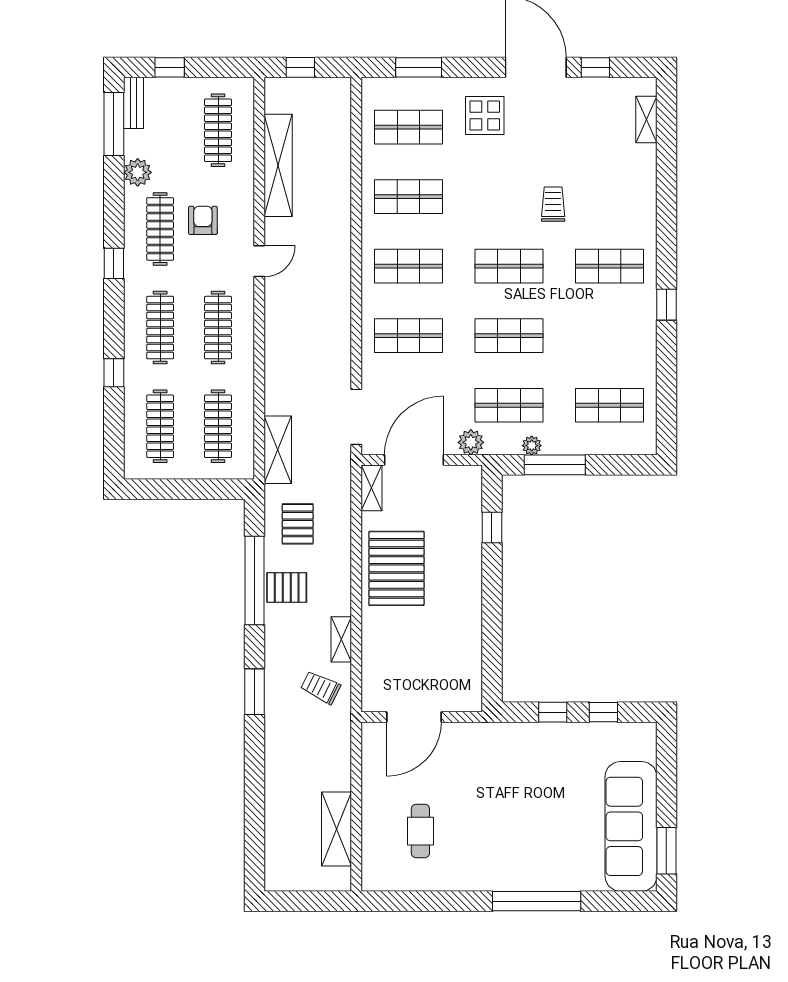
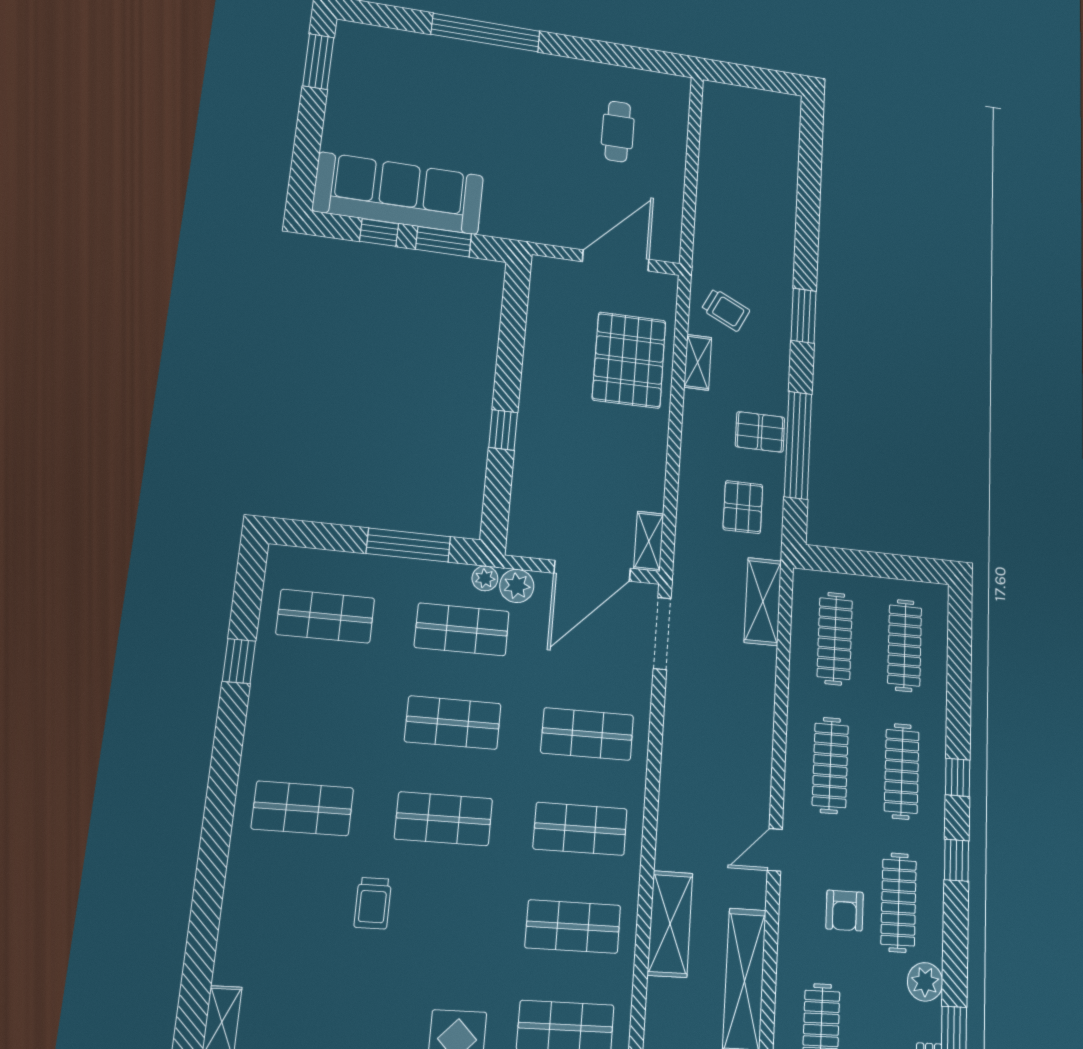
window: (666, 305) -> (239, 661), moved
window: (114, 373) -> (958, 777), moved
plant: (532, 446) -> (485, 578), moved
window: (492, 528) -> (503, 430), moved
pallet: (396, 568) -> (629, 360), moved
window: (553, 712) -> (443, 242), width x1.50
sofa: (631, 826) -> (399, 193), moved, turned -90
shelving: (337, 829) -> (670, 924), moved

